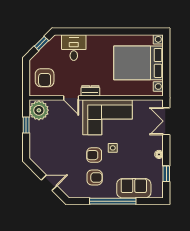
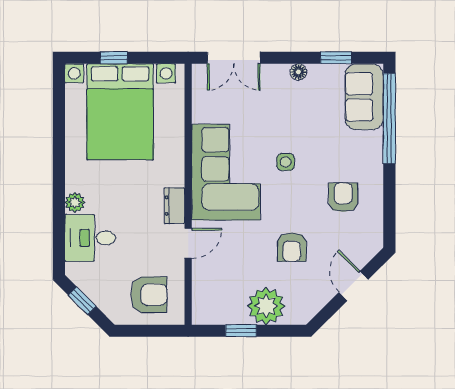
plant: (92, 40) -> (75, 202), added
window: (166, 60) -> (114, 58), added
plant: (39, 110) -> (266, 306), moved
armchair: (94, 155) -> (292, 247), moved
sofa: (134, 188) -> (364, 97), moved
window: (113, 201) -> (389, 119), moved

